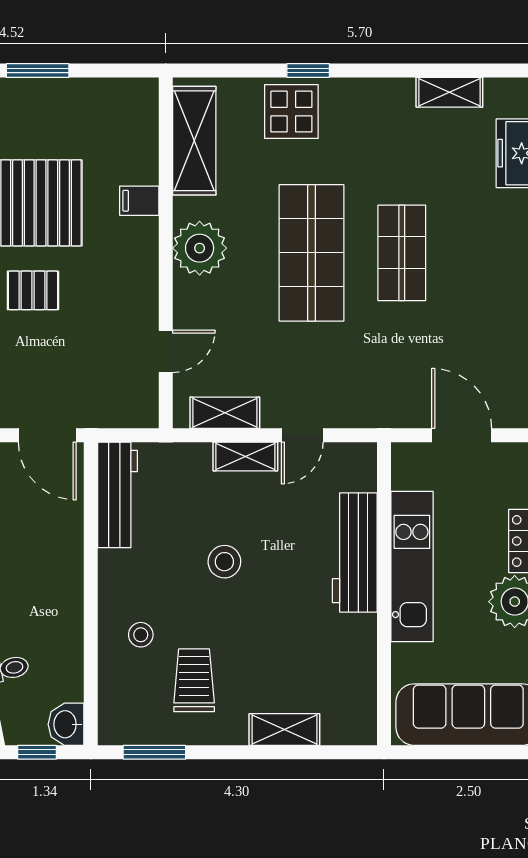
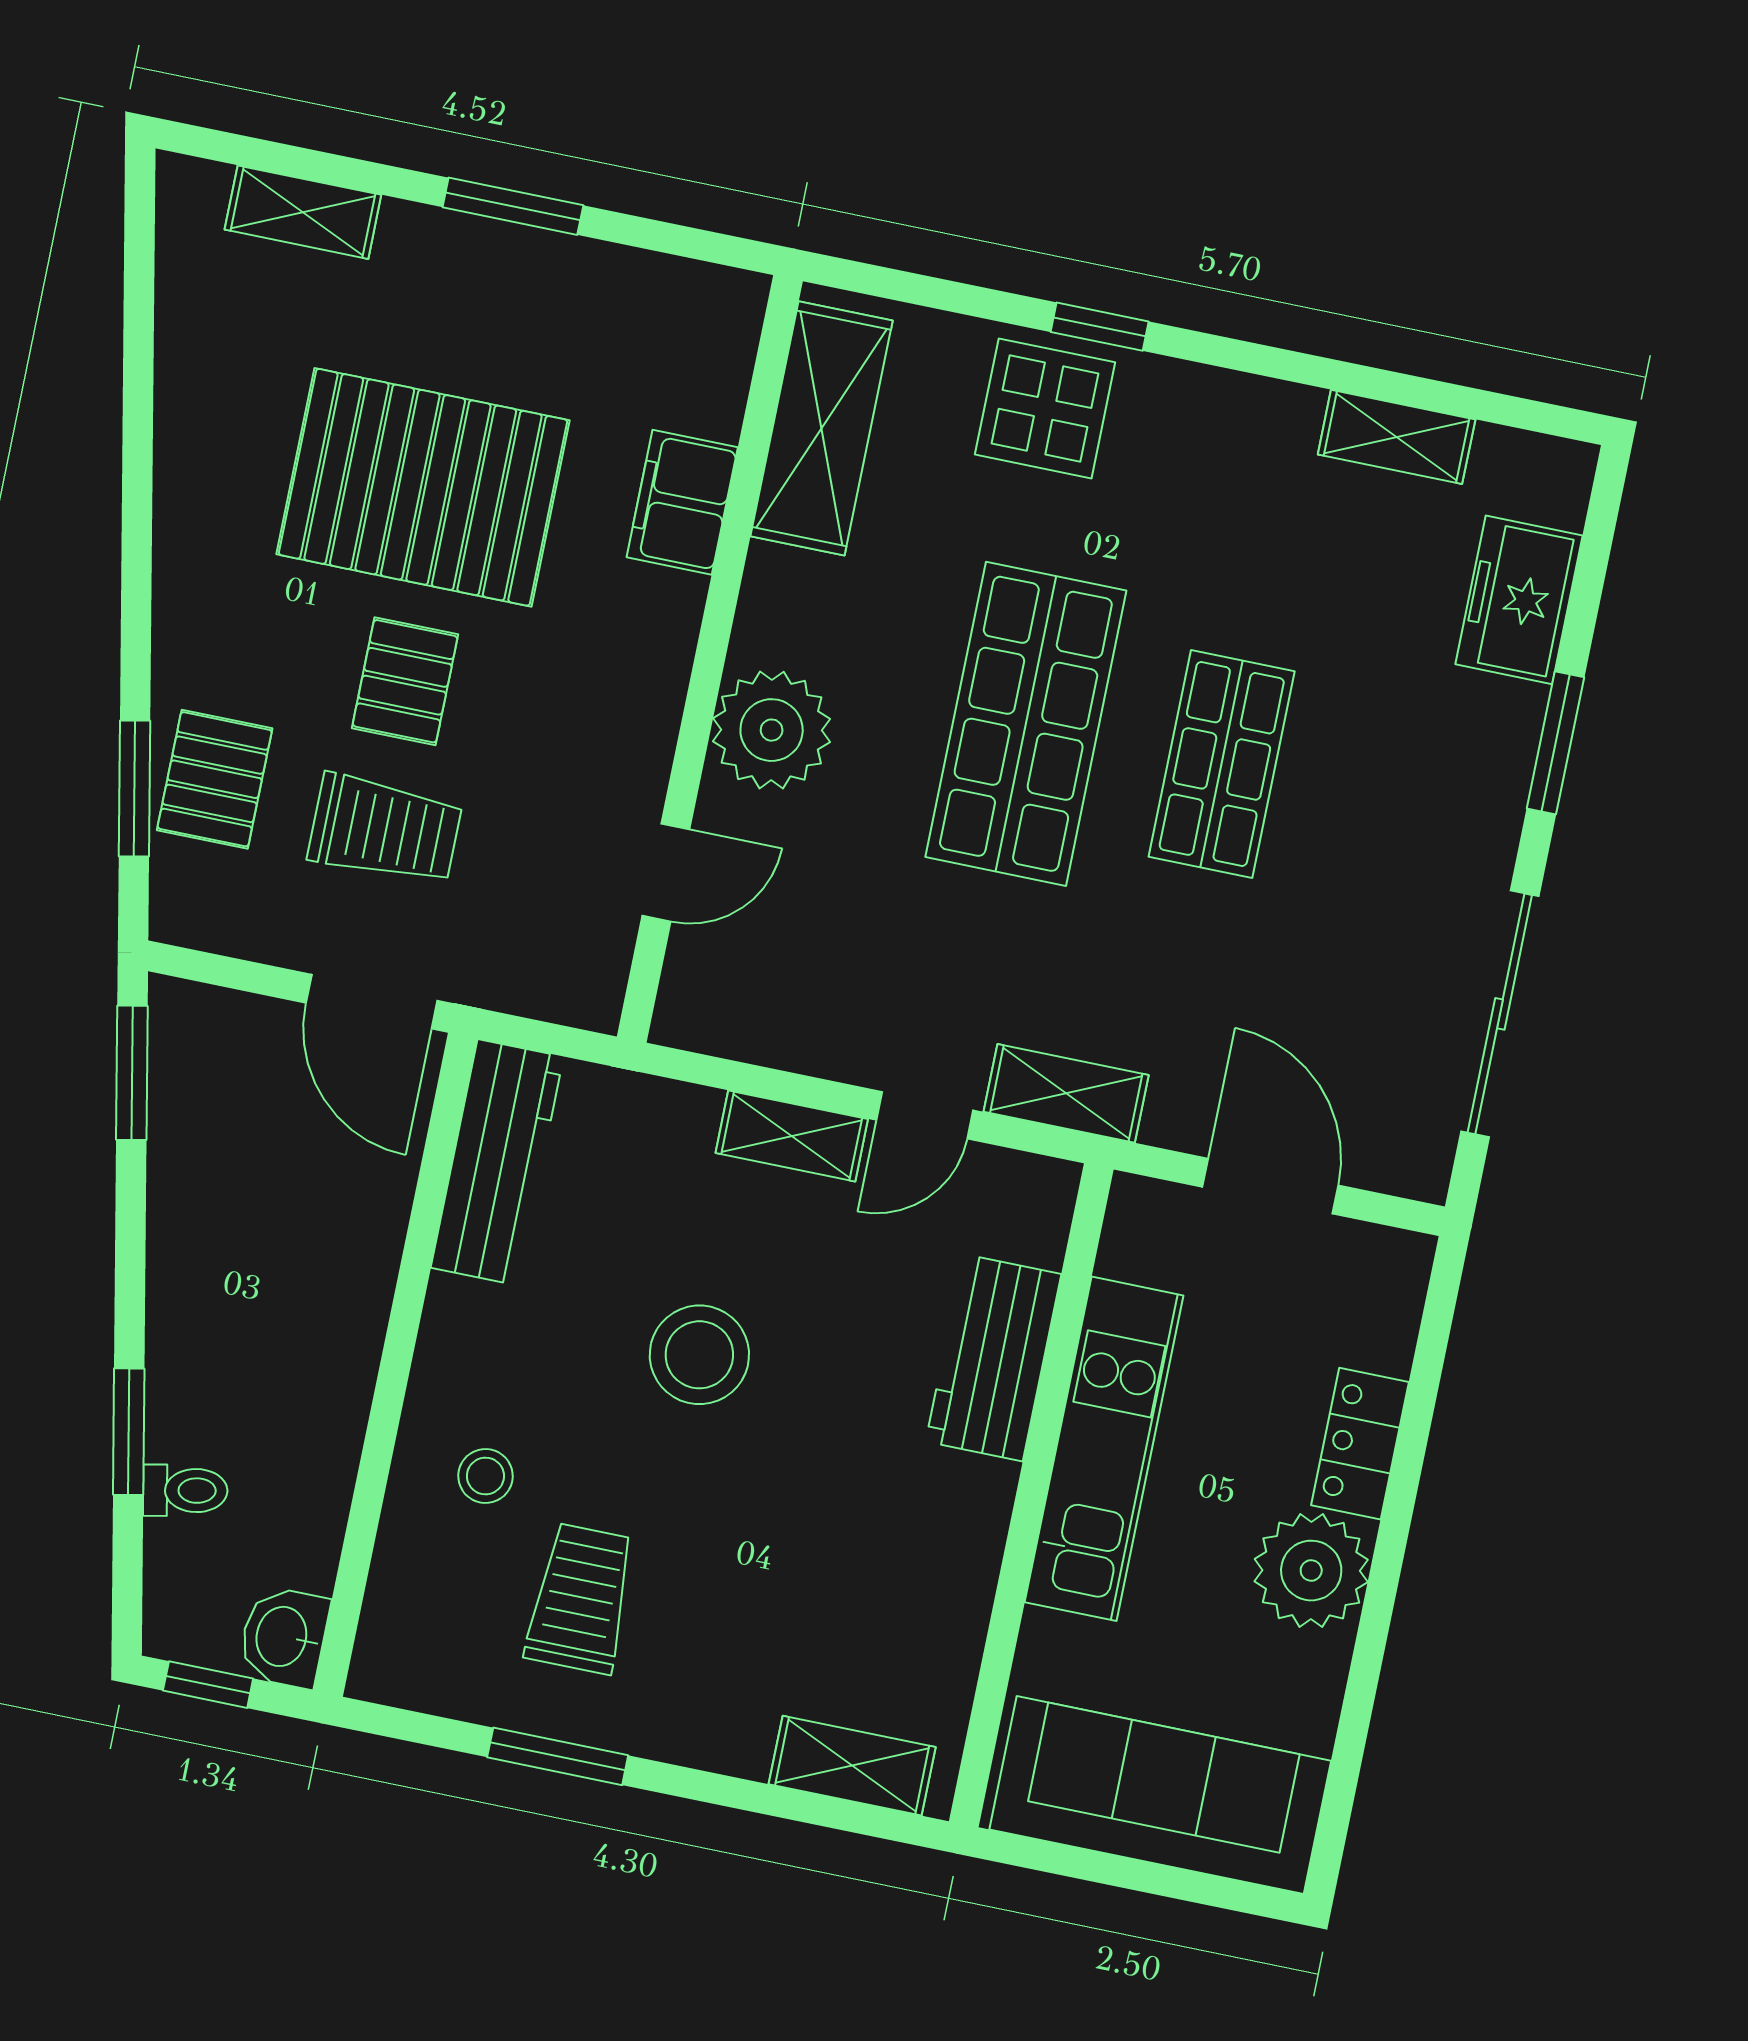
filing cabinet: (139, 201) -> (682, 502), width x2.00
plant: (200, 248) -> (772, 730), moved
pallet: (33, 290) -> (405, 681), turned 90
trolley: (38, 358) -> (385, 829), added
shelving: (225, 413) -> (1066, 1093), moved
workbench: (355, 552) -> (993, 1358), width x0.73
stool: (224, 562) -> (699, 1355), width x1.38, depth x1.38
shelving: (284, 730) -> (852, 1766), moved
window: (154, 752) -> (558, 1756), moved

